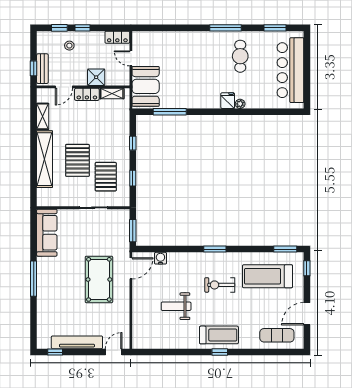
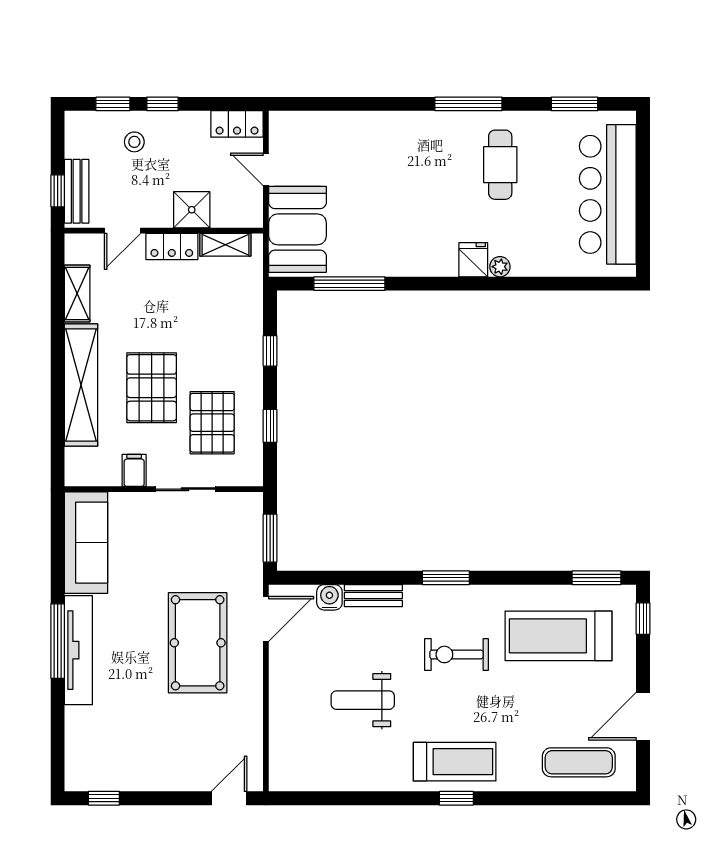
filing cabinet: (69, 199) -> (134, 470), added
bench: (181, 257) -> (373, 596), added
tv unit: (77, 342) -> (78, 650), moved, turned 90

